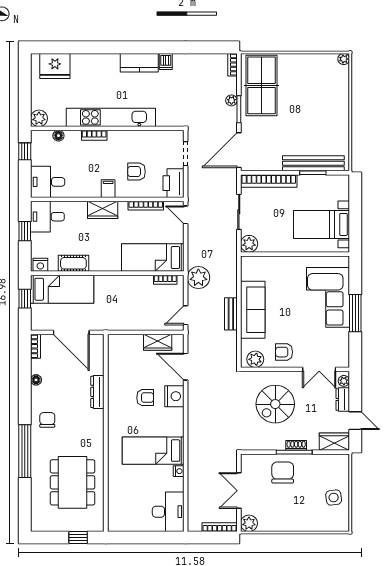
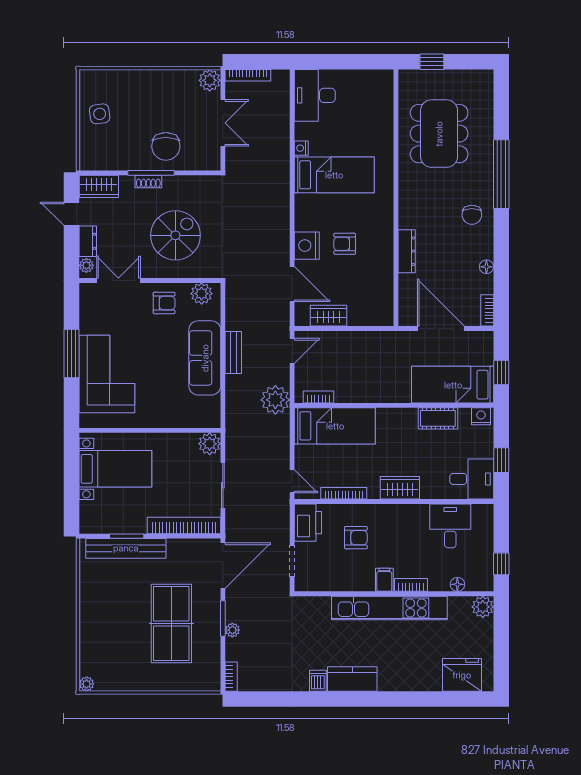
table tennis table: (262, 85) -> (171, 623), moved
desk: (48, 182) -> (450, 526), moved, turned -90
filing cabinet: (108, 189) -> (384, 580), moved, turned 180

